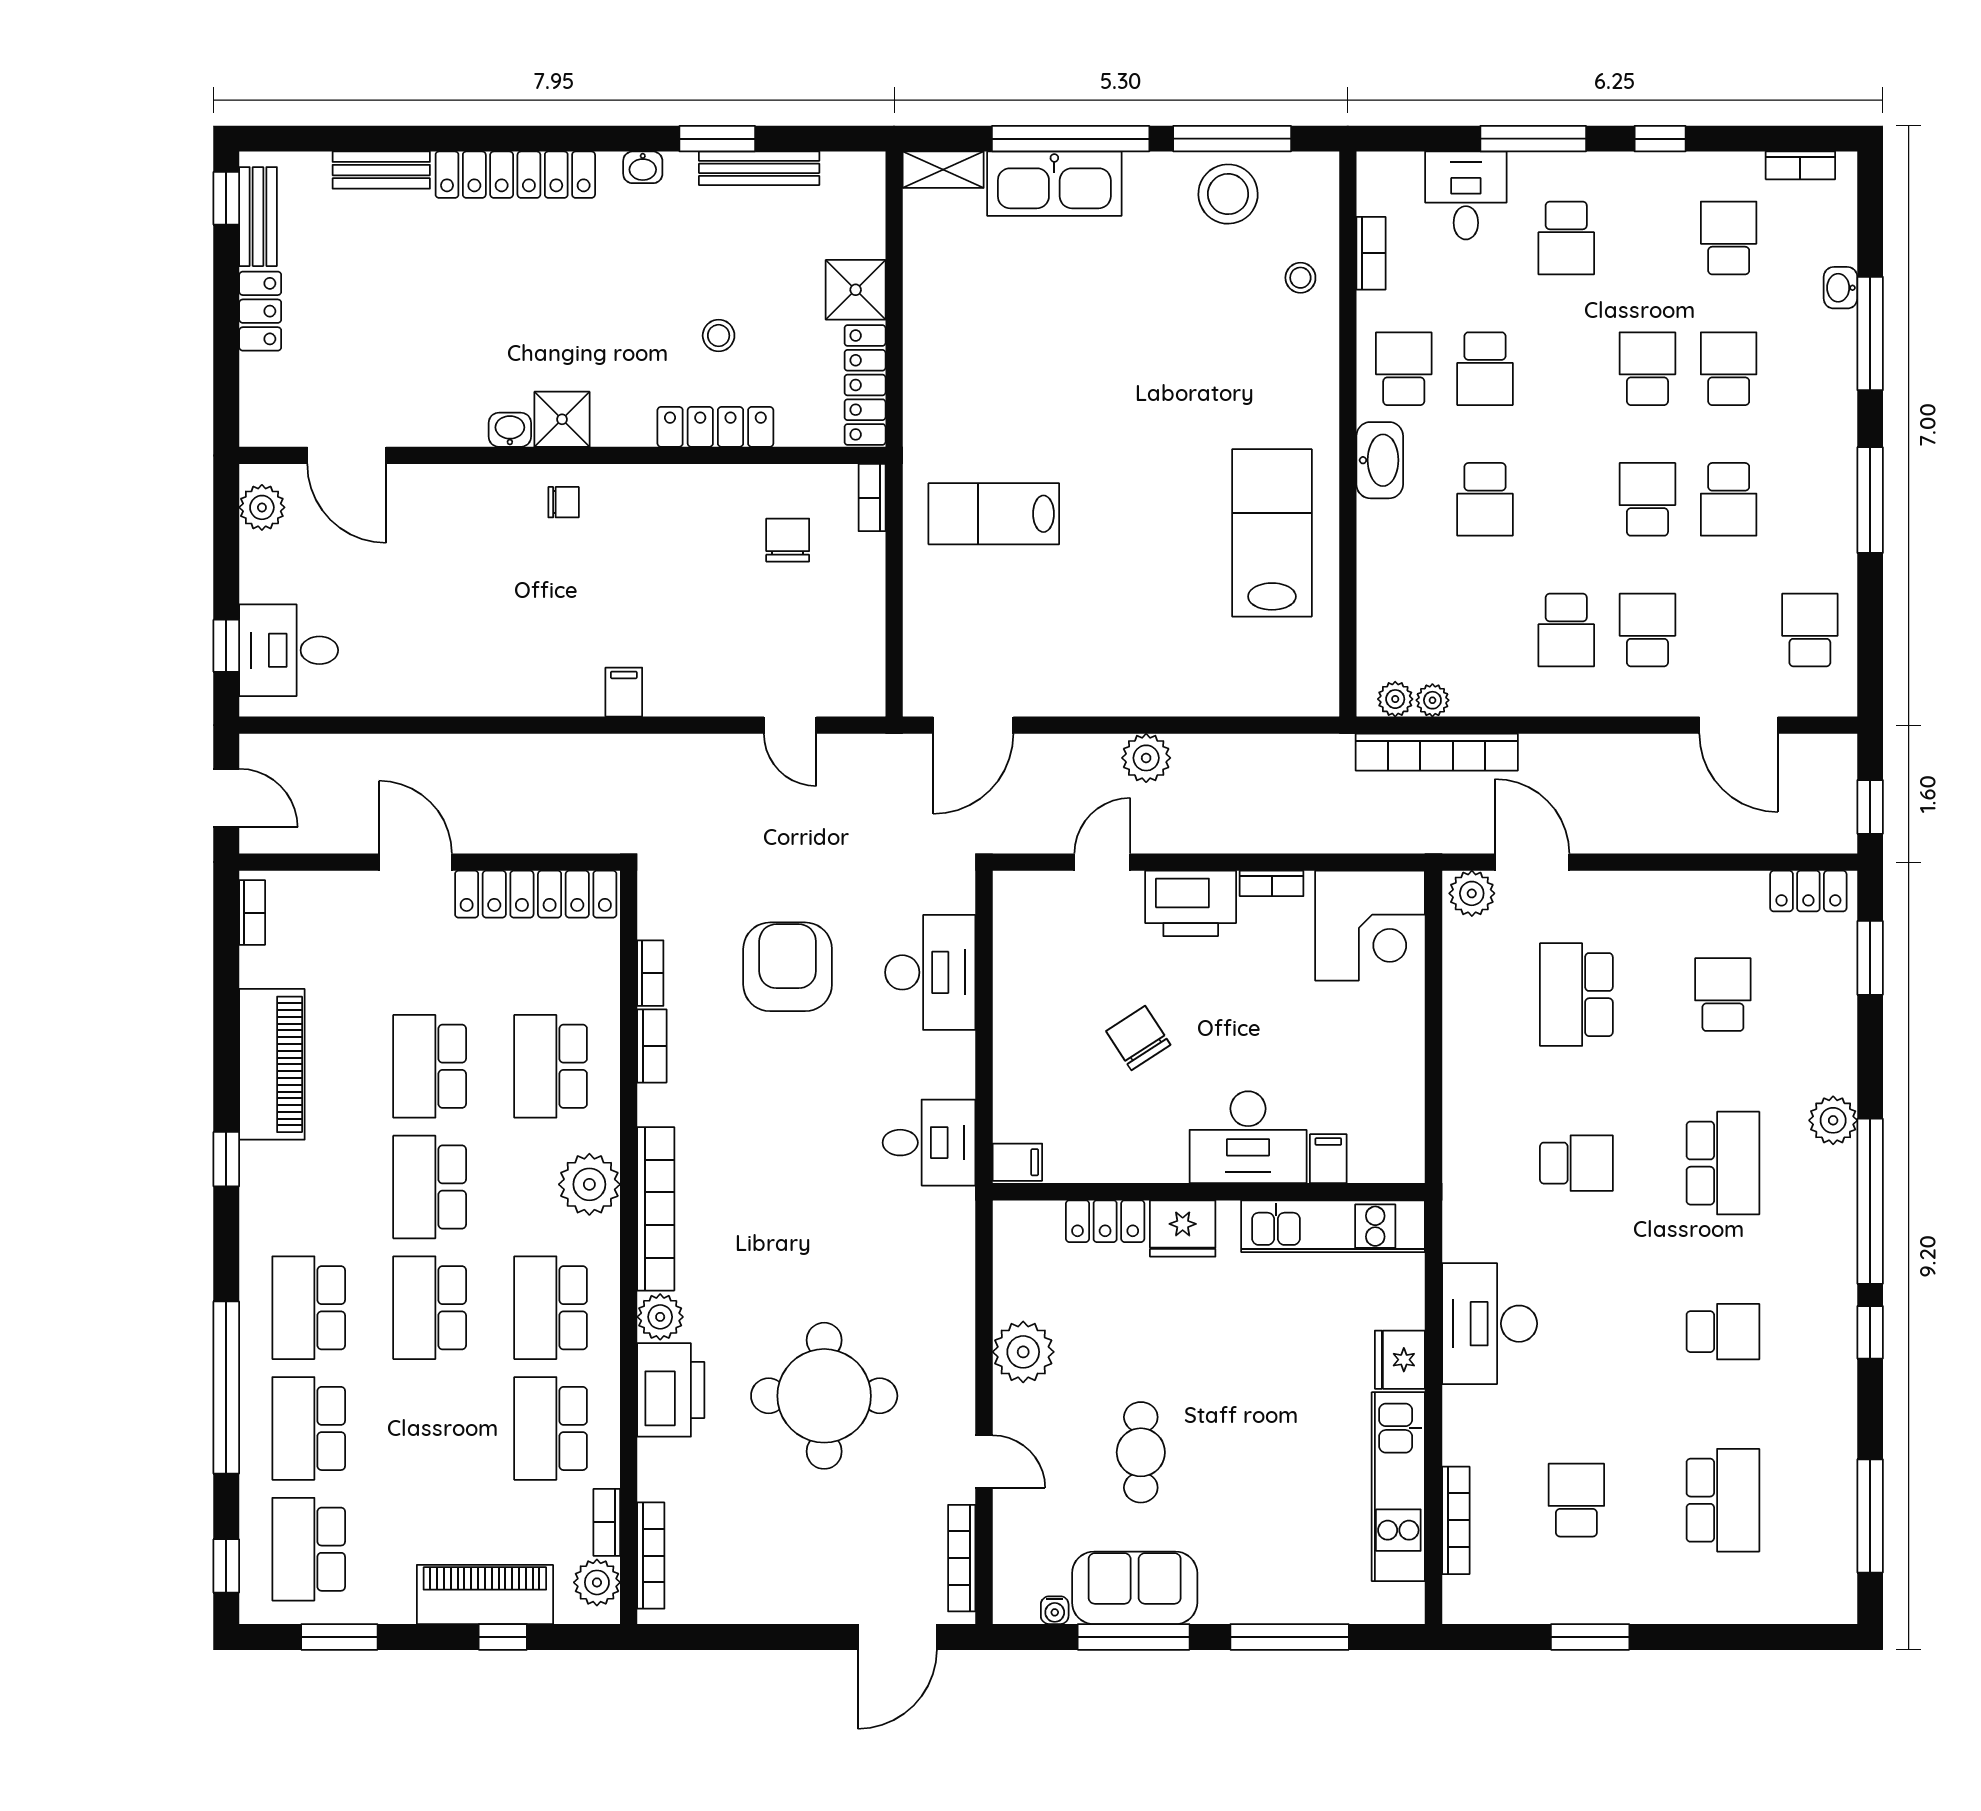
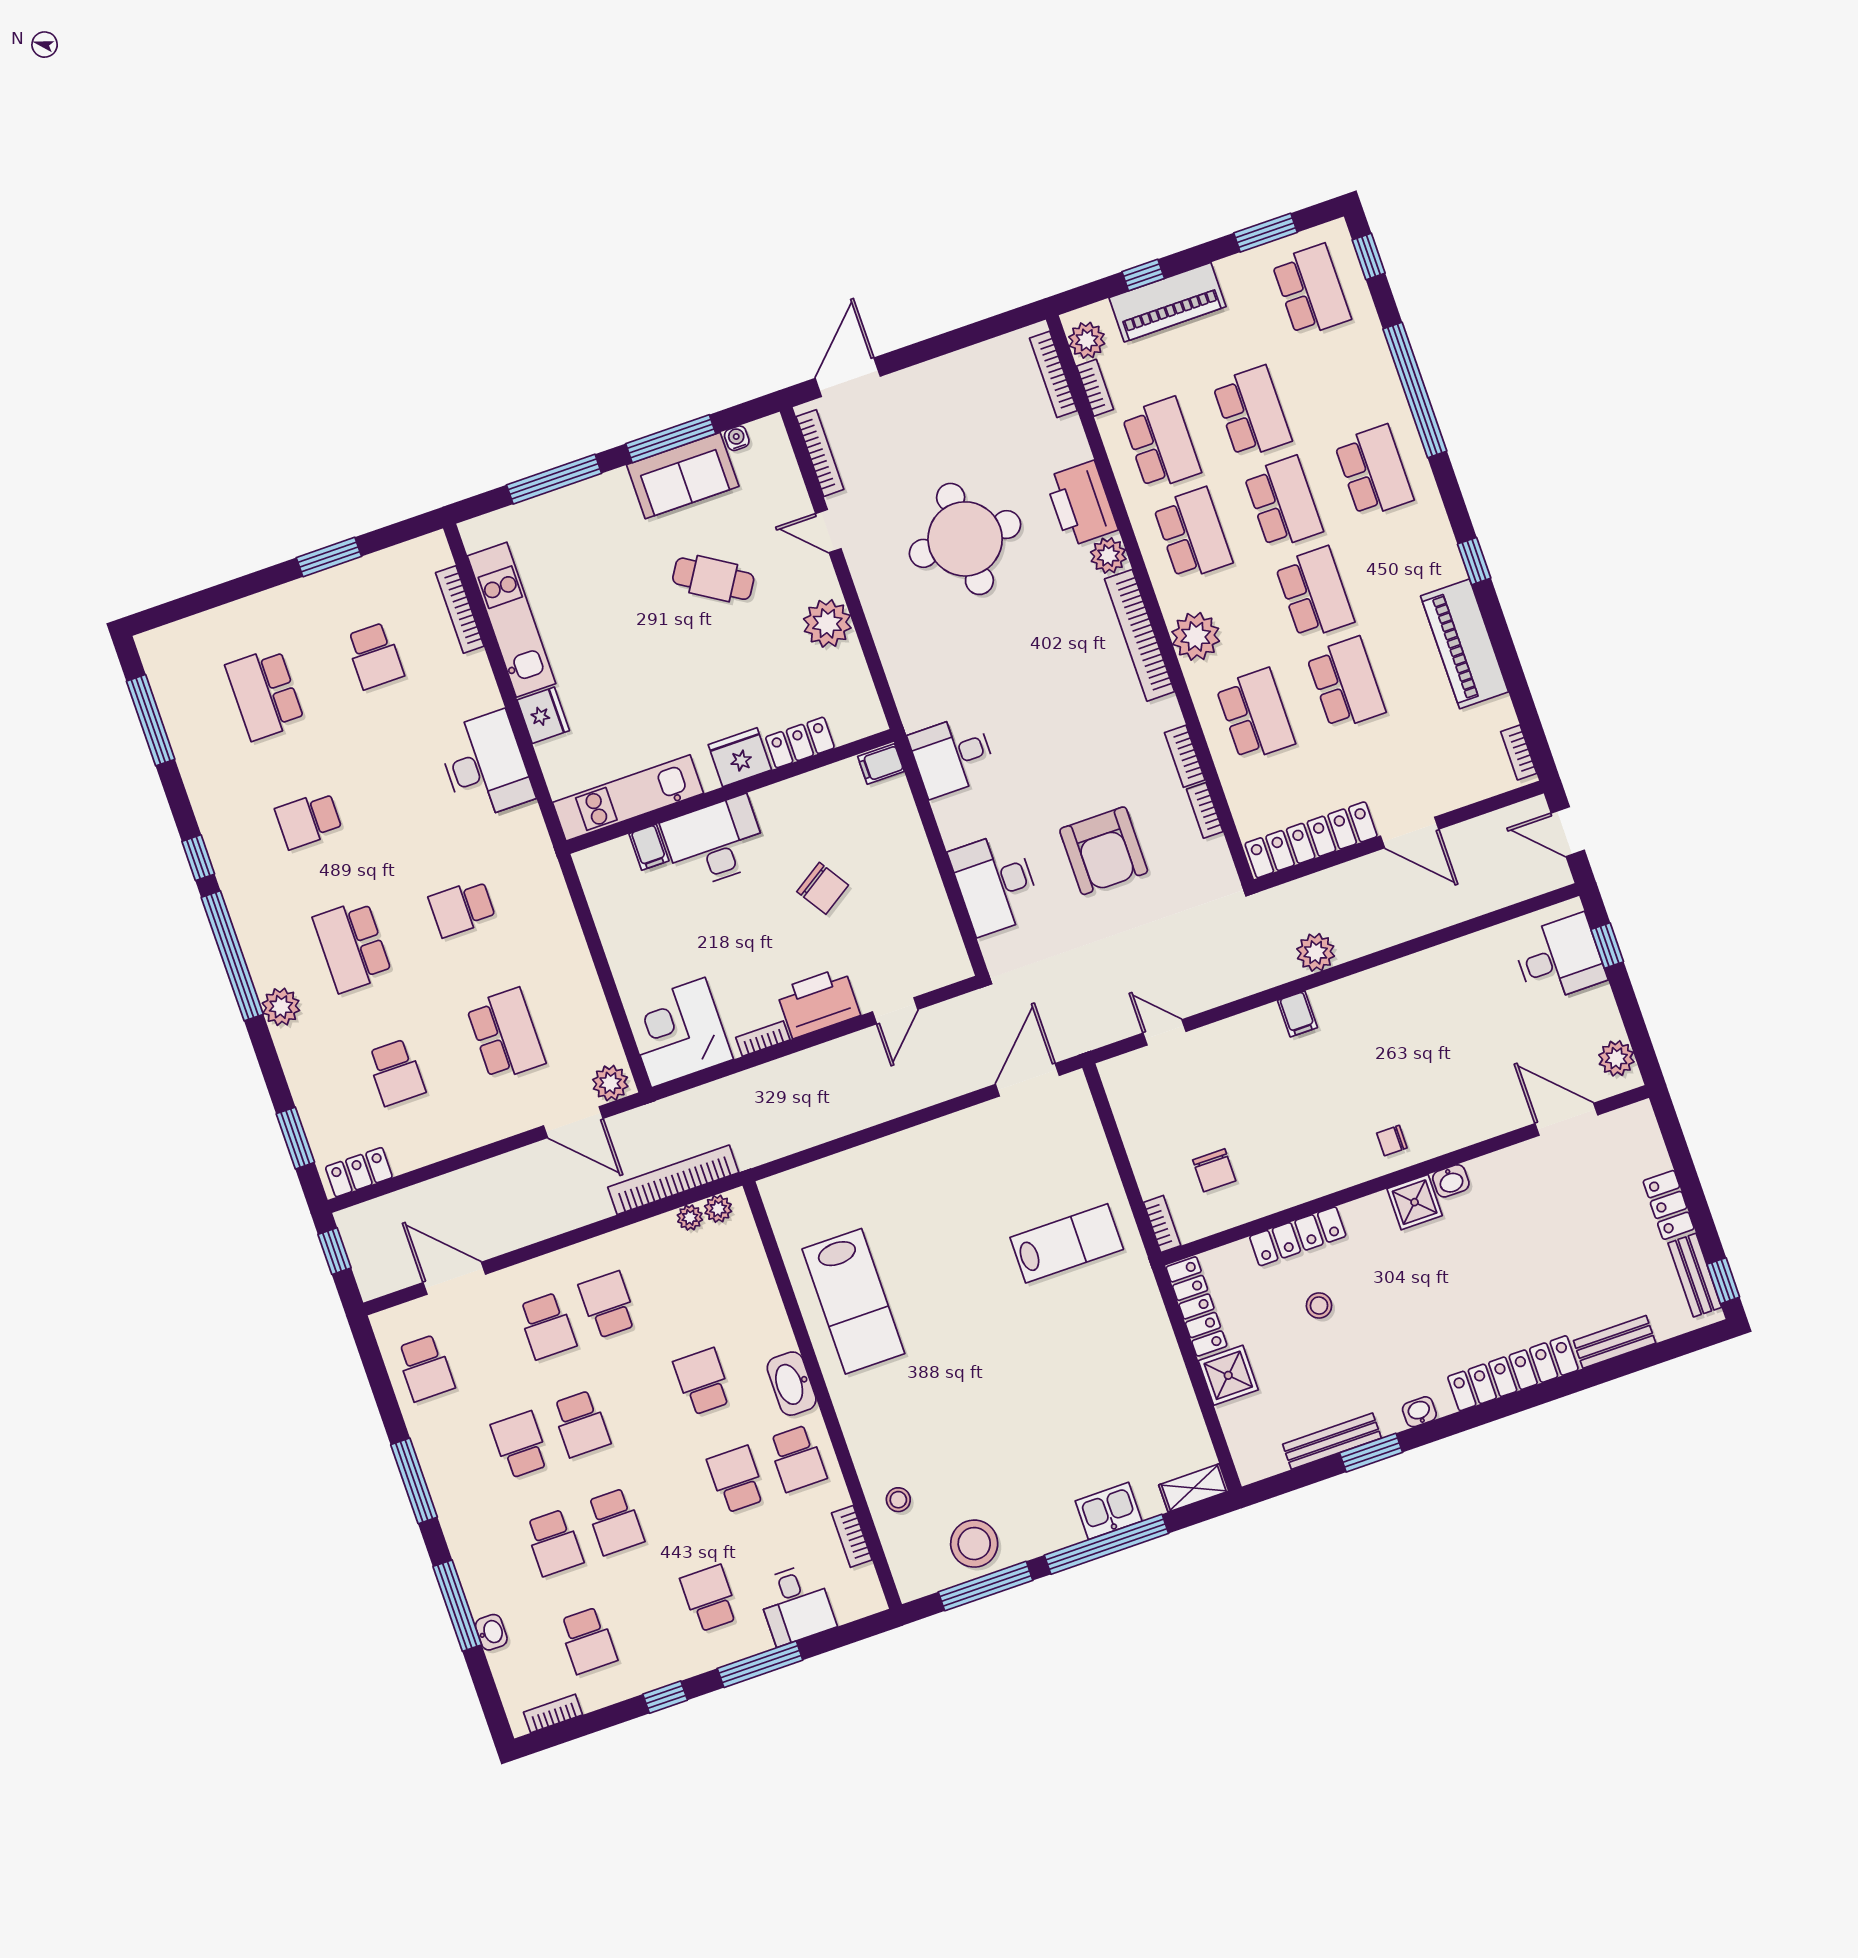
kitchen sink: (1054, 184) -> (1109, 1511), width x0.53, depth x0.81
plant: (1146, 758) -> (1316, 952), moved
school desk: (309, 1428) -> (1252, 412), moved
cafe table: (1141, 1452) -> (713, 579), turned -58

